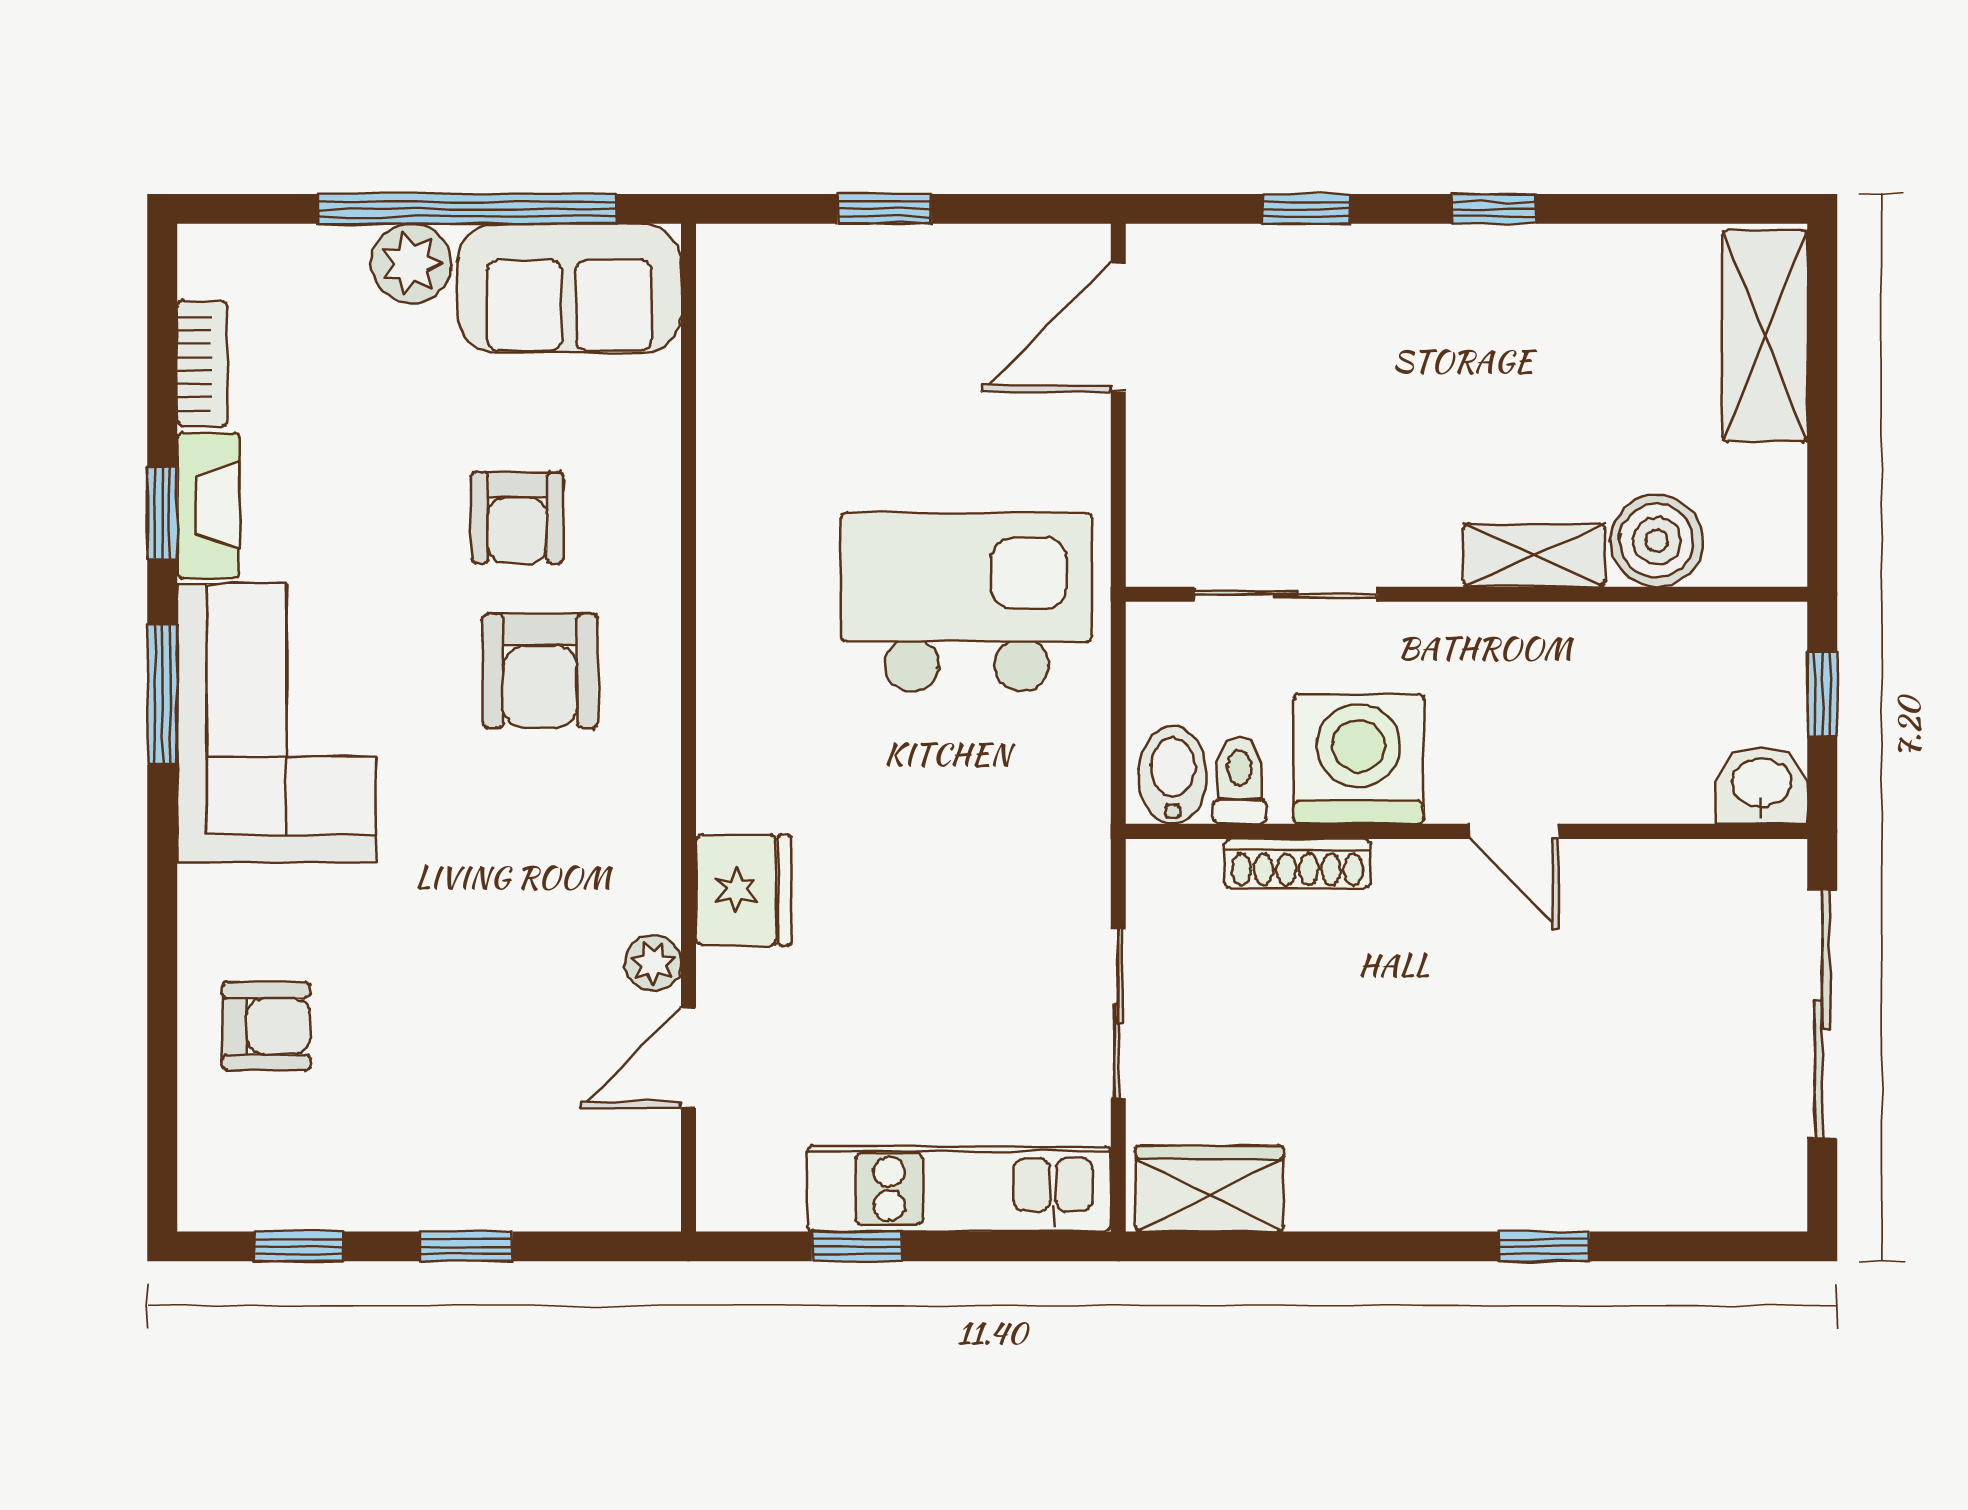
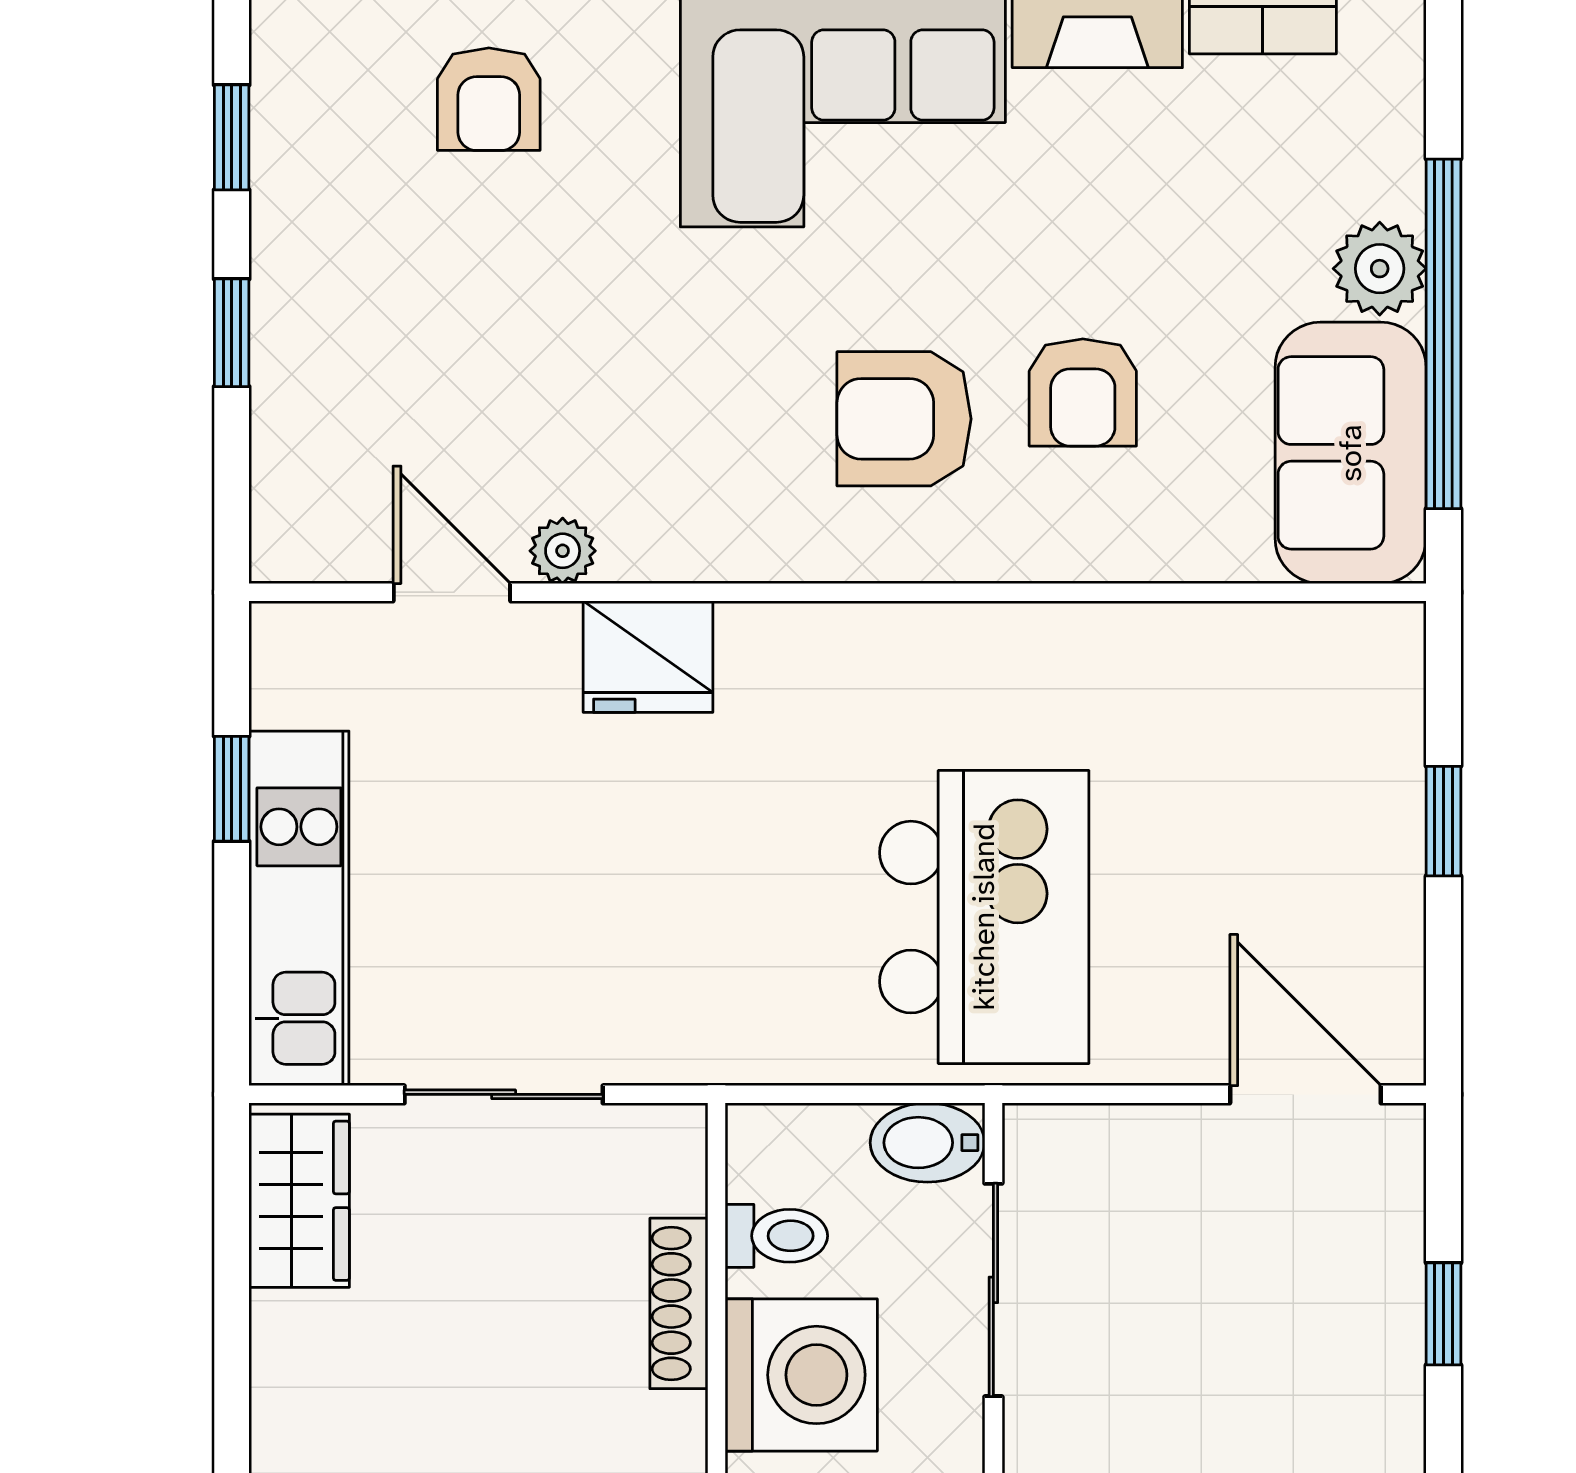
armchair: (517, 518) -> (1083, 392), turned -90
bidet: (1173, 775) -> (927, 1143), moved, turned 180

